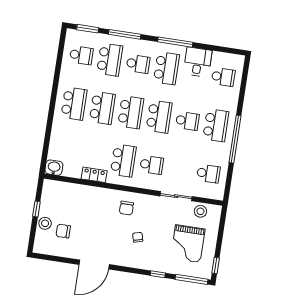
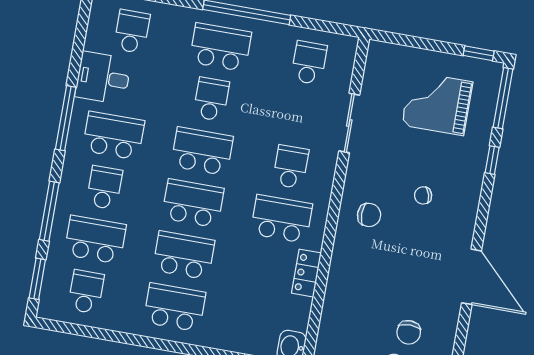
stool: (200, 211) -> (378, 79), removed
grand piano: (188, 244) -> (437, 103), turned 180

